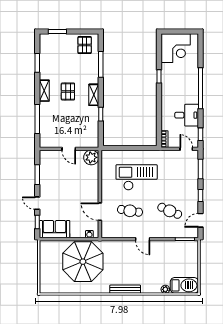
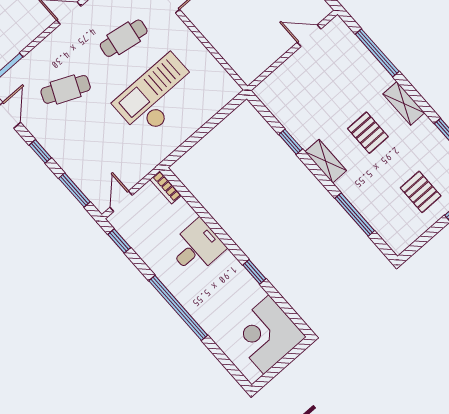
pallet: (85, 45) -> (421, 192), moved
desk: (187, 115) -> (197, 247), moved, turned 180
door: (69, 149) -> (309, 36), moved
door: (186, 149) -> (121, 201), swing flipped
plant: (91, 157) -> (249, 66), removed
checkout: (137, 177) -> (157, 96), turned 180

